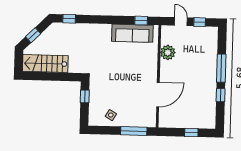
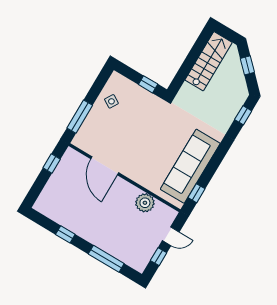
sofa: (132, 33) -> (190, 166), width x1.36, depth x1.27
window: (221, 68) -> (106, 259), moved
window: (191, 132) -> (52, 163), moved

